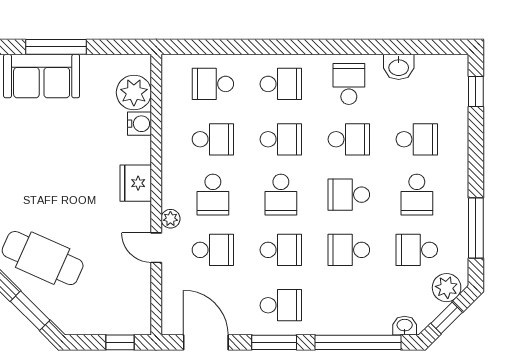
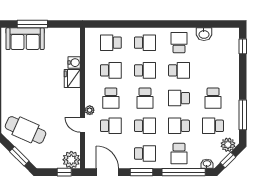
plant: (134, 92) -> (71, 160), moved
school desk: (417, 139) -> (179, 154), moved, turned 90
fridge: (136, 183) -> (72, 79), moved

